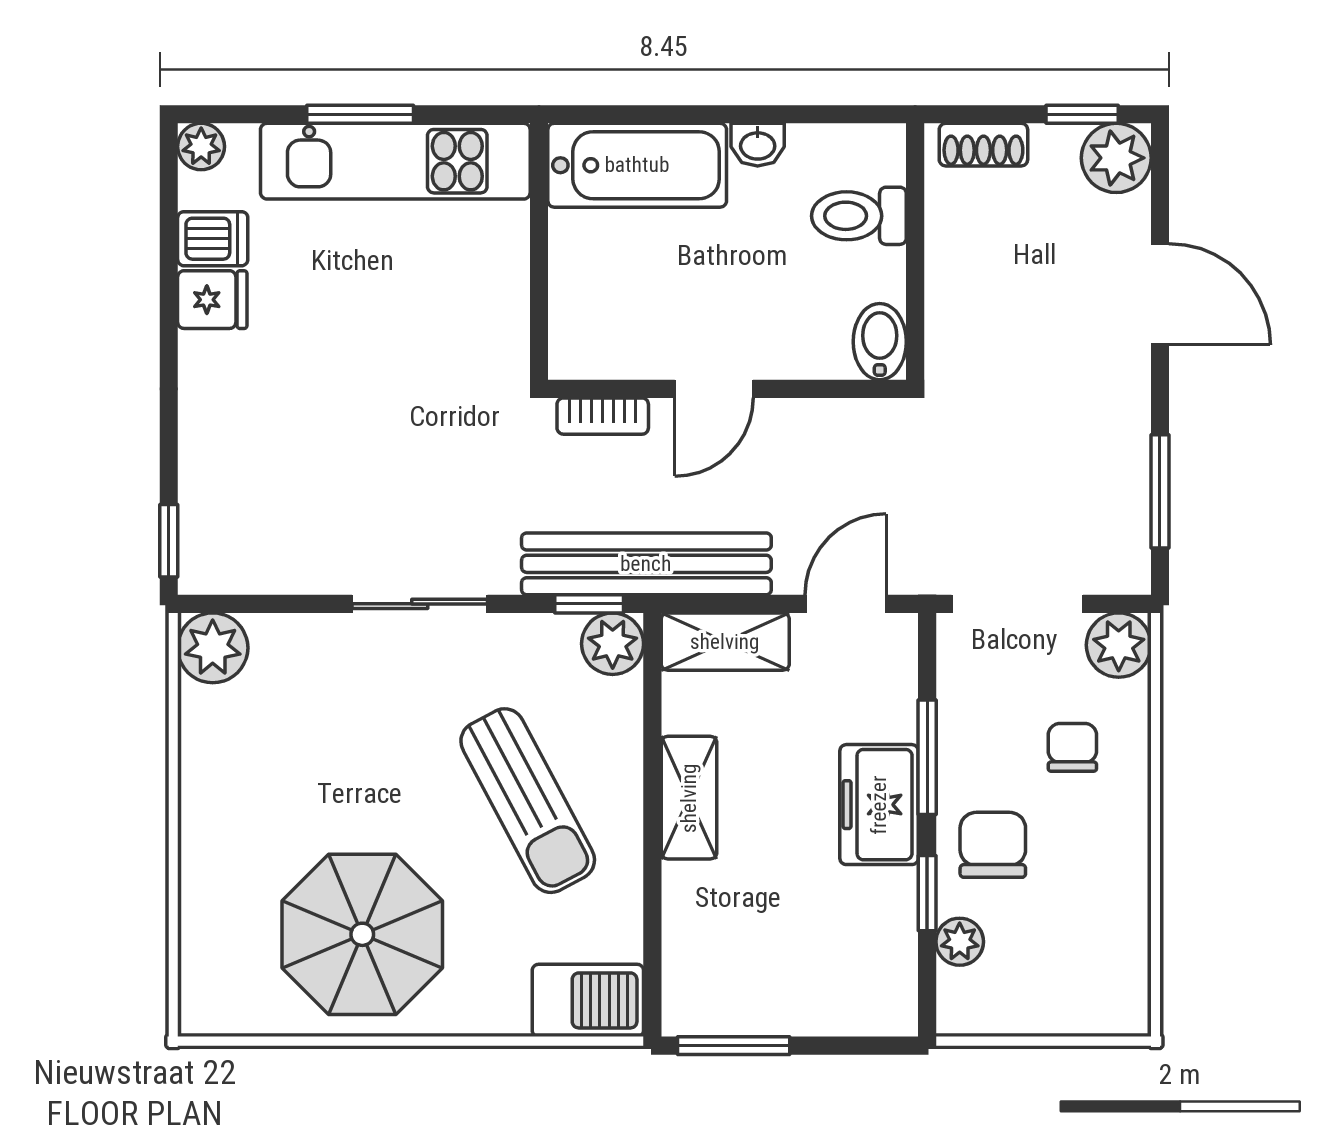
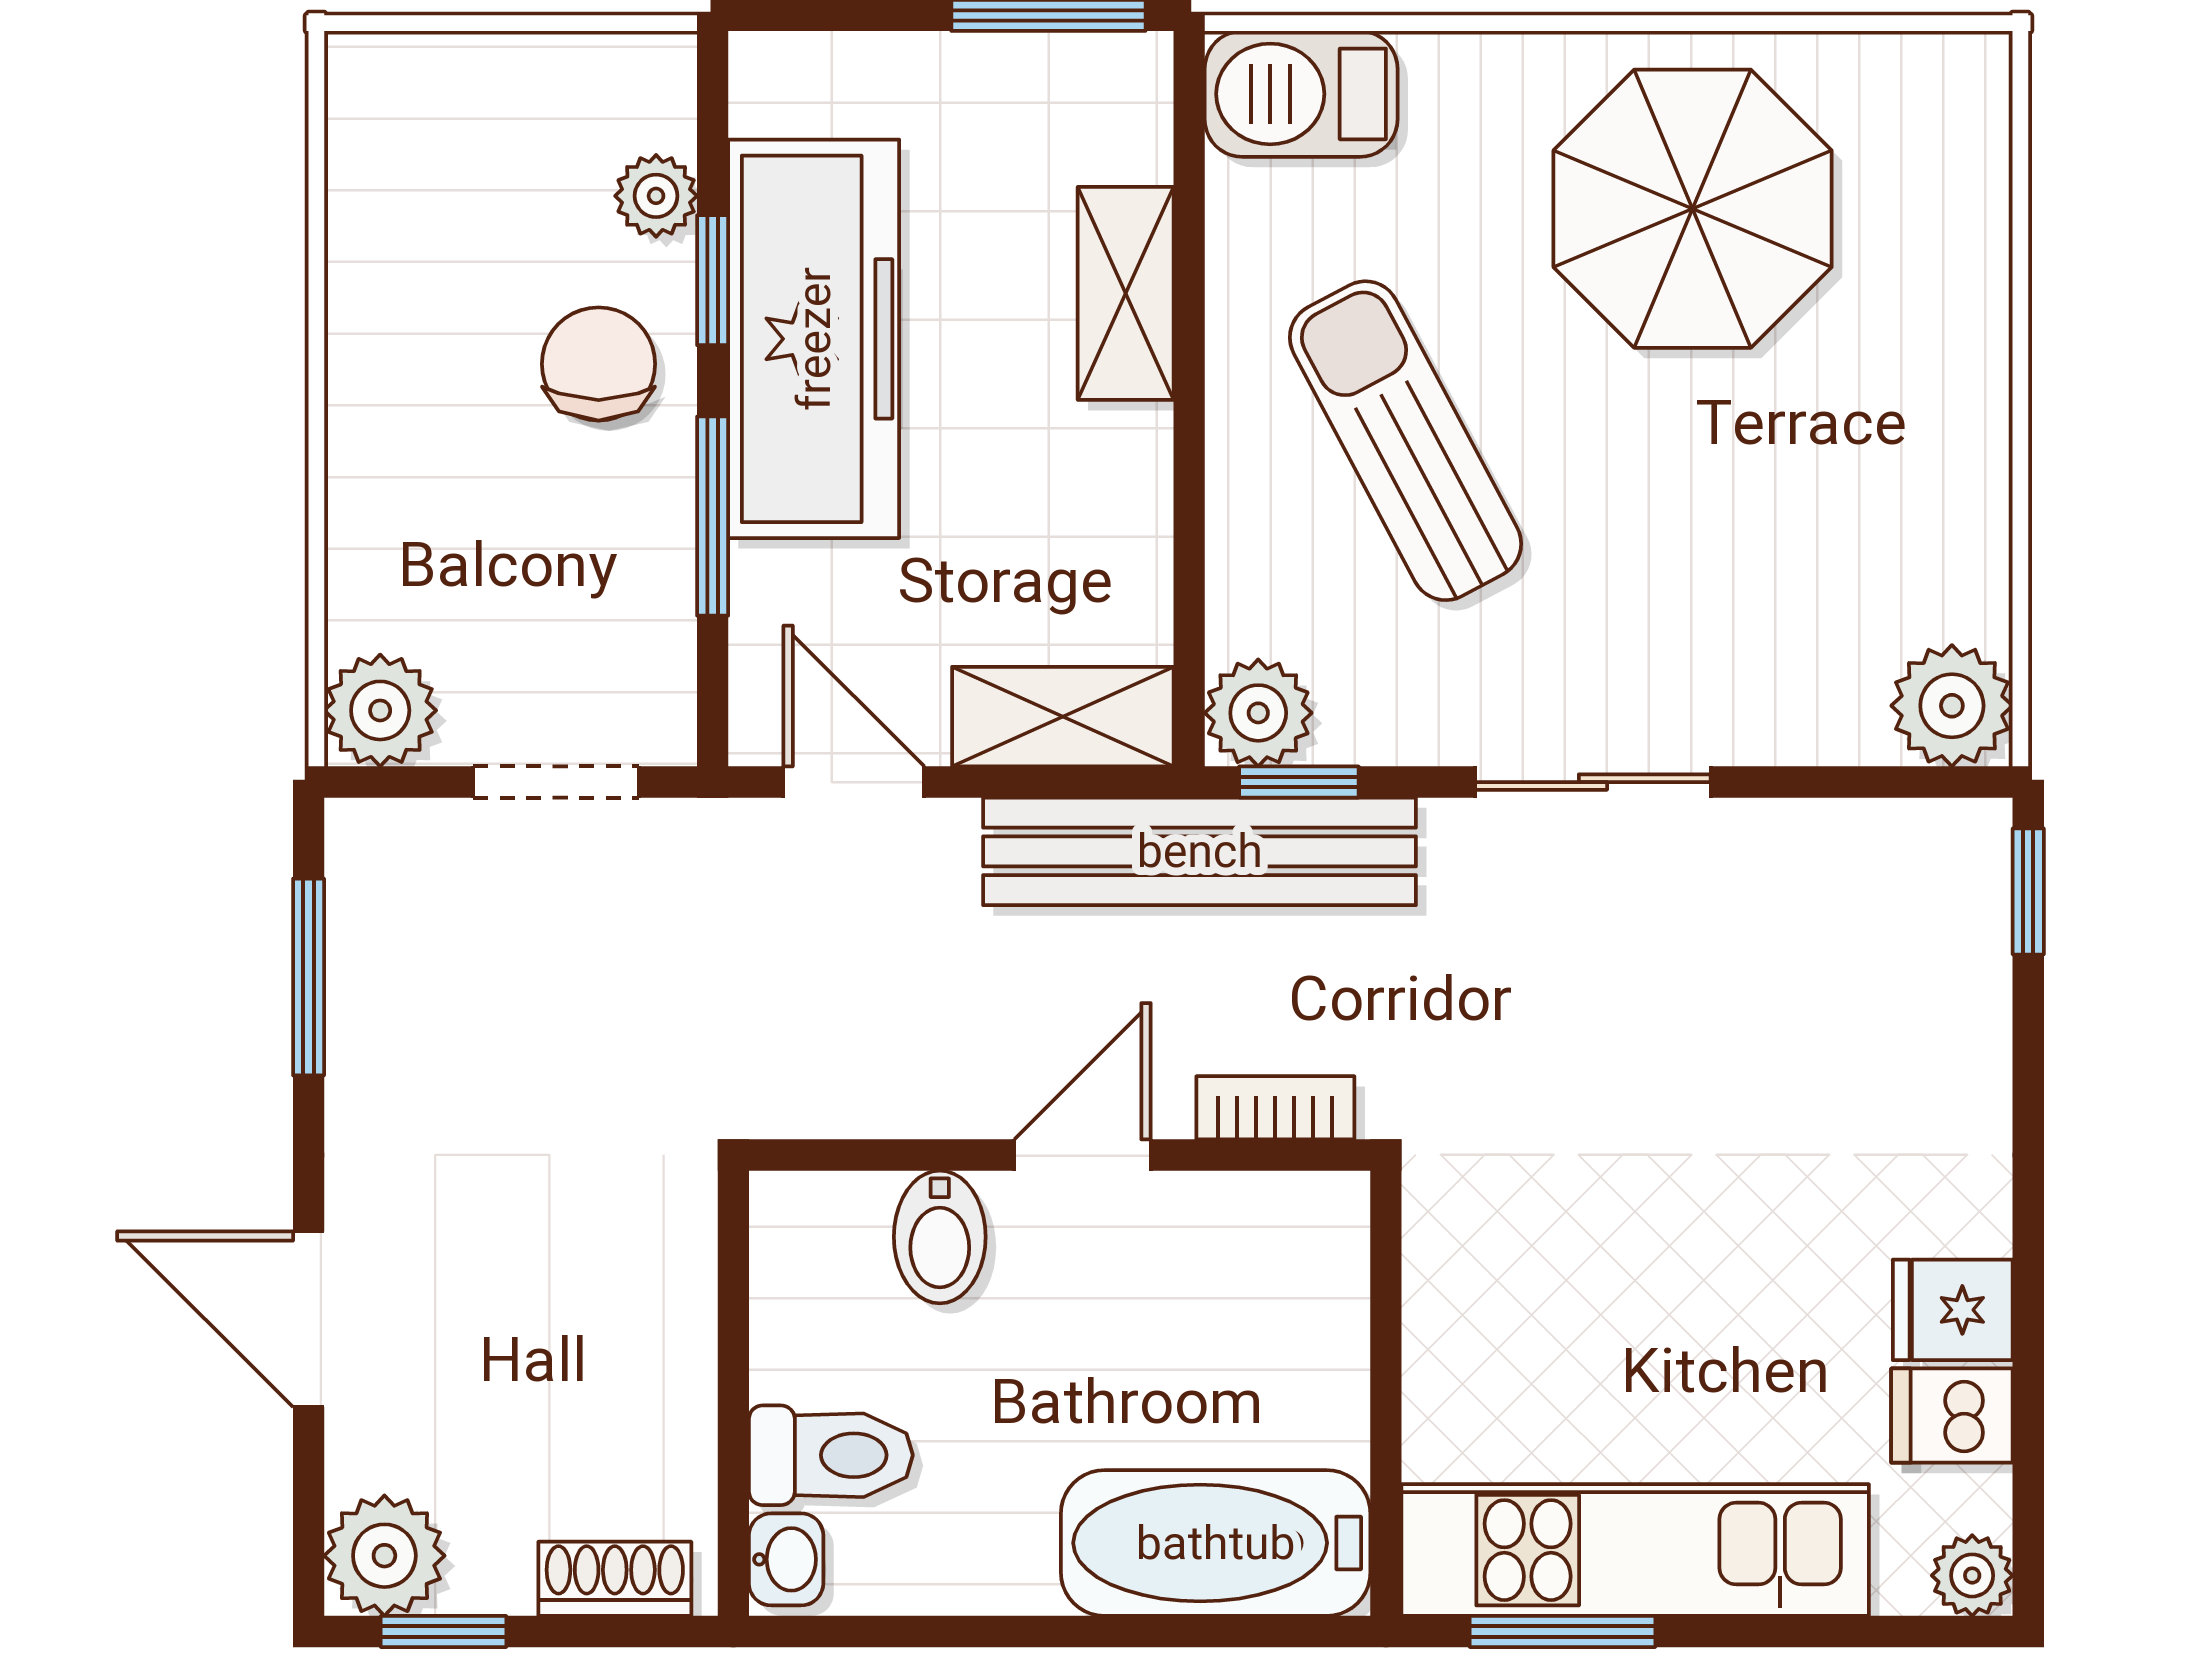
window: (360, 114) -> (1563, 1631), moved
washbasin: (758, 145) -> (786, 1559), moved, turned 90
bidet: (880, 342) -> (940, 1237), moved
door: (846, 604) -> (854, 782), swing flipped
doorway: (1017, 604) -> (556, 782), width x0.73
chair: (1072, 747) -> (461, 533), removed
shelving: (689, 798) -> (1126, 293), moved
freezer: (879, 805) -> (814, 339), width x1.91, depth x1.26
chair: (993, 845) -> (599, 364), turned 180

